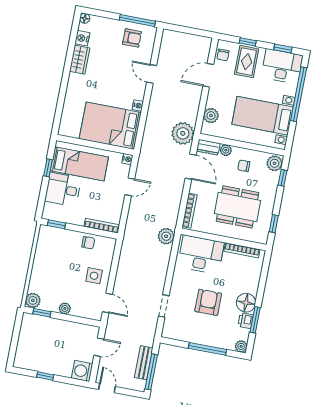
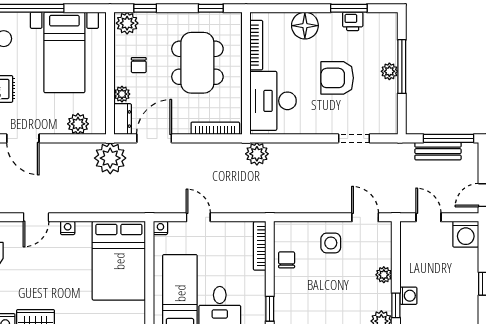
nightstand: (138, 106) -> (68, 228), moved
door: (107, 303) -> (365, 217), hinge flipped
floor lamp: (246, 303) -> (305, 26), moved
washing machine: (47, 323) -> (408, 296), added
plant: (241, 346) -> (389, 71), moved

